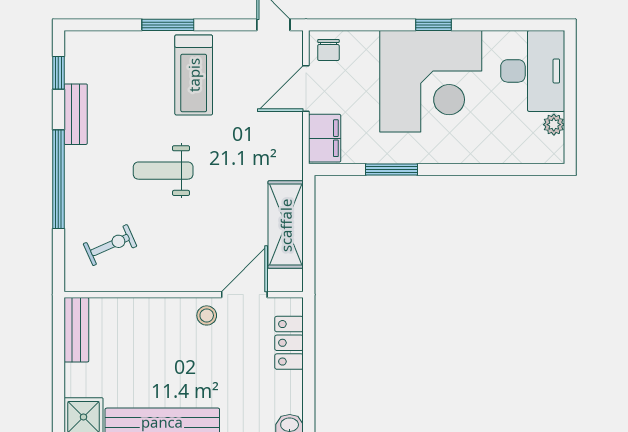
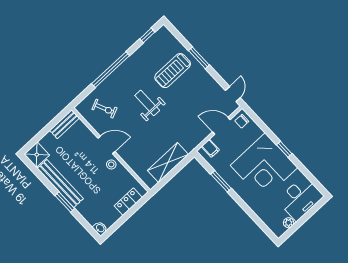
treadmill: (194, 75) -> (173, 71), moved
bench: (76, 114) -> (139, 55), removed
filing cabinet: (325, 138) -> (210, 148), width x0.50
door: (244, 295) -> (106, 145), moved

